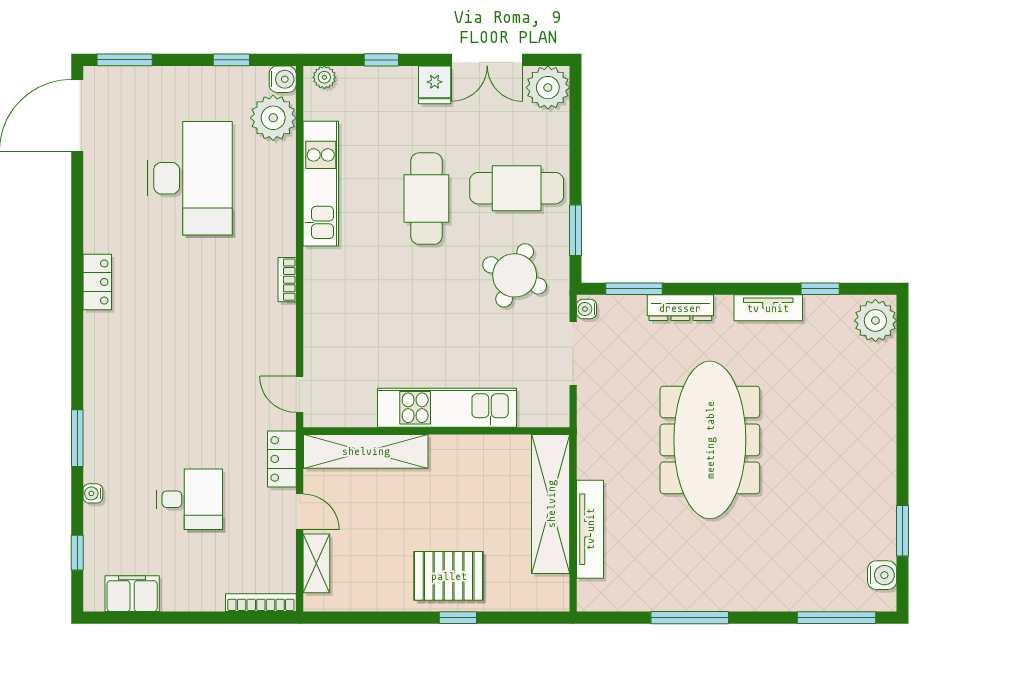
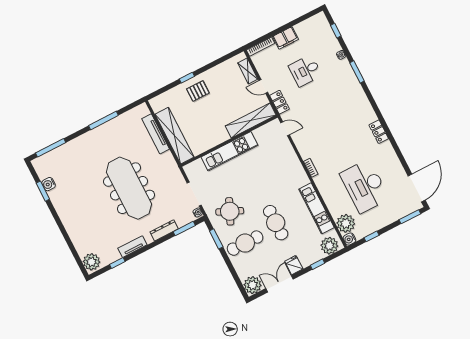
plant: (324, 77) -> (329, 246), width x1.87, depth x1.87
water cooler: (882, 575) -> (49, 184), moved
pallet: (449, 576) -> (198, 91), width x0.67, depth x0.71
filing cabinet: (132, 594) -> (285, 38), moved

